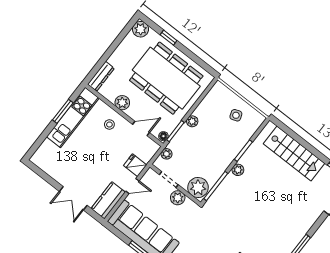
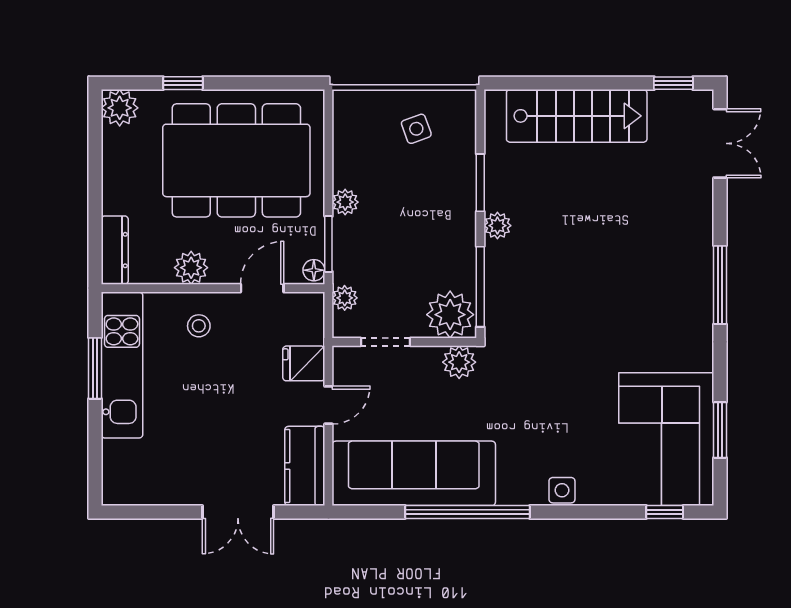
plant: (178, 198) -> (459, 362), moved

